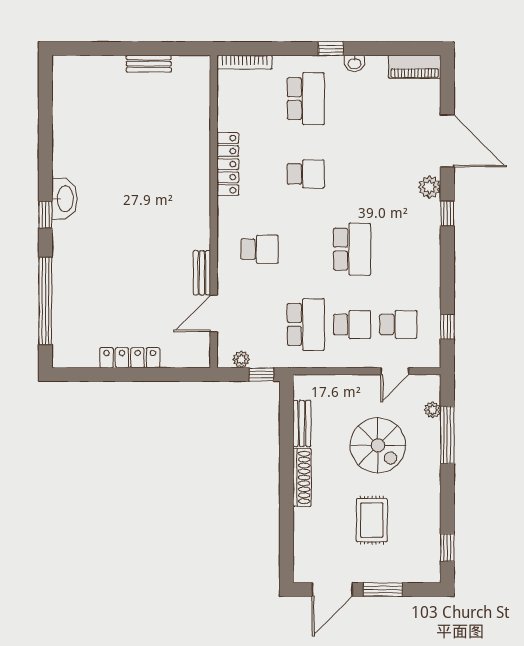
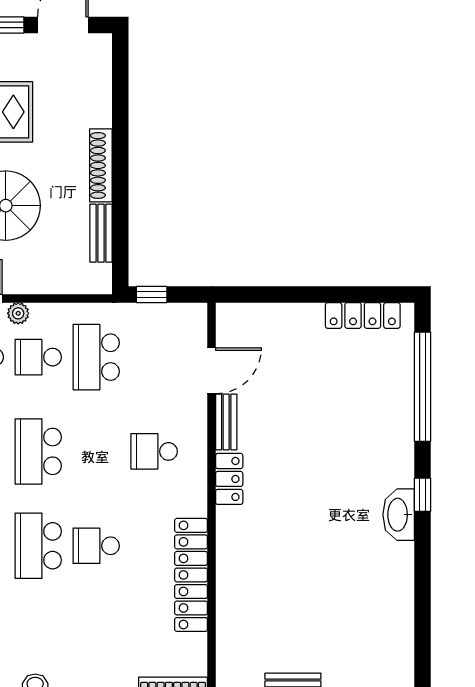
school desk: (306, 99) -> (38, 546), moved
locker: (228, 164) -> (191, 575), width x1.41, depth x1.21
locker: (200, 227) -> (229, 479), added
locker: (130, 358) -> (363, 315), moved
plant: (241, 359) -> (18, 313), moved

